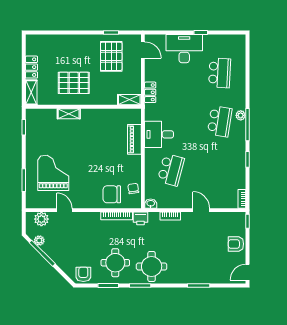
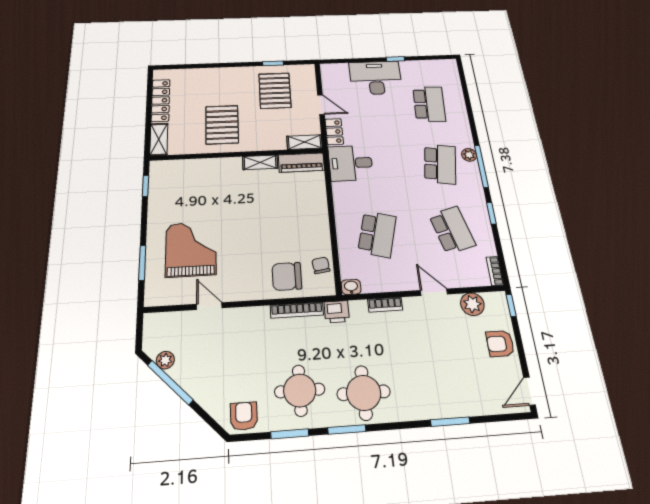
door: (143, 50) -> (321, 105), moved
locker: (31, 67) -> (161, 100), width x1.53
pallet: (74, 83) -> (222, 125), turned 90
shelving: (69, 114) -> (260, 162), moved
desk: (159, 134) -> (351, 163), moved
piano: (134, 139) -> (301, 163), moved, turned -90
school desk: (220, 170) -> (452, 230), added
plant: (41, 219) -> (472, 304), moved

